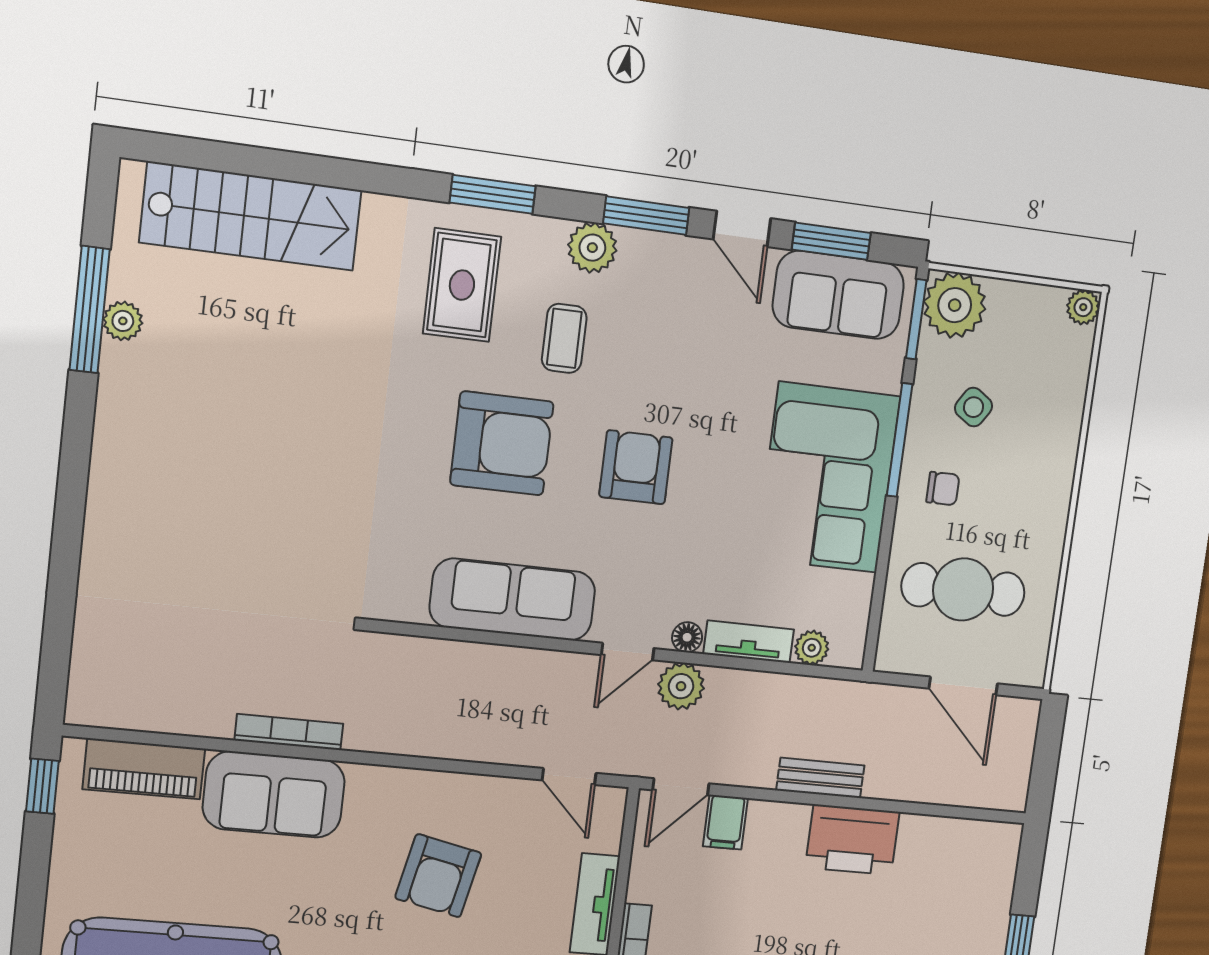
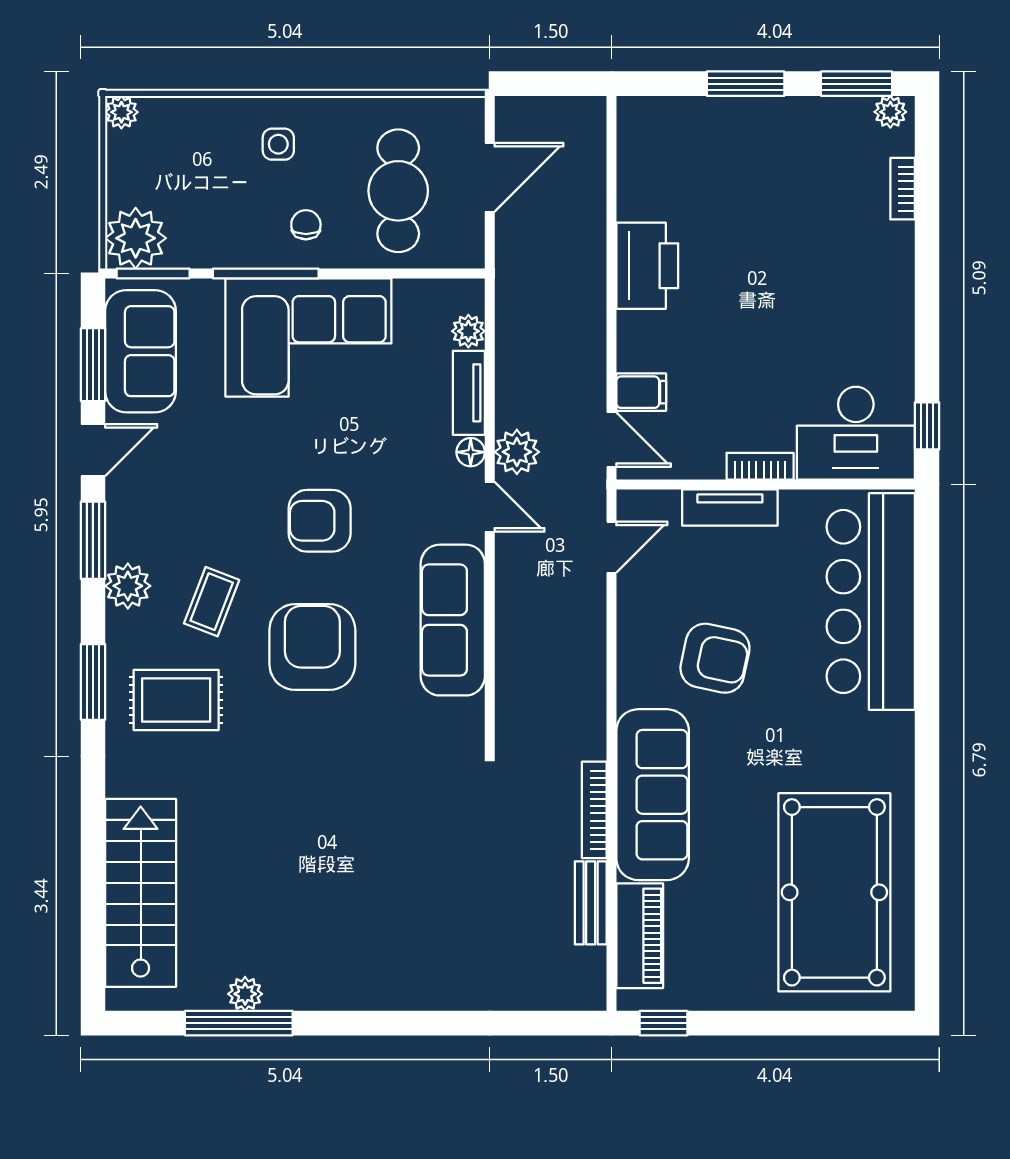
coffee table: (564, 338) -> (212, 602), turned -69
side table: (974, 407) -> (278, 144), moved, turned -33
bench: (820, 778) -> (591, 903), moved
sofa: (274, 794) -> (653, 795), width x1.36

